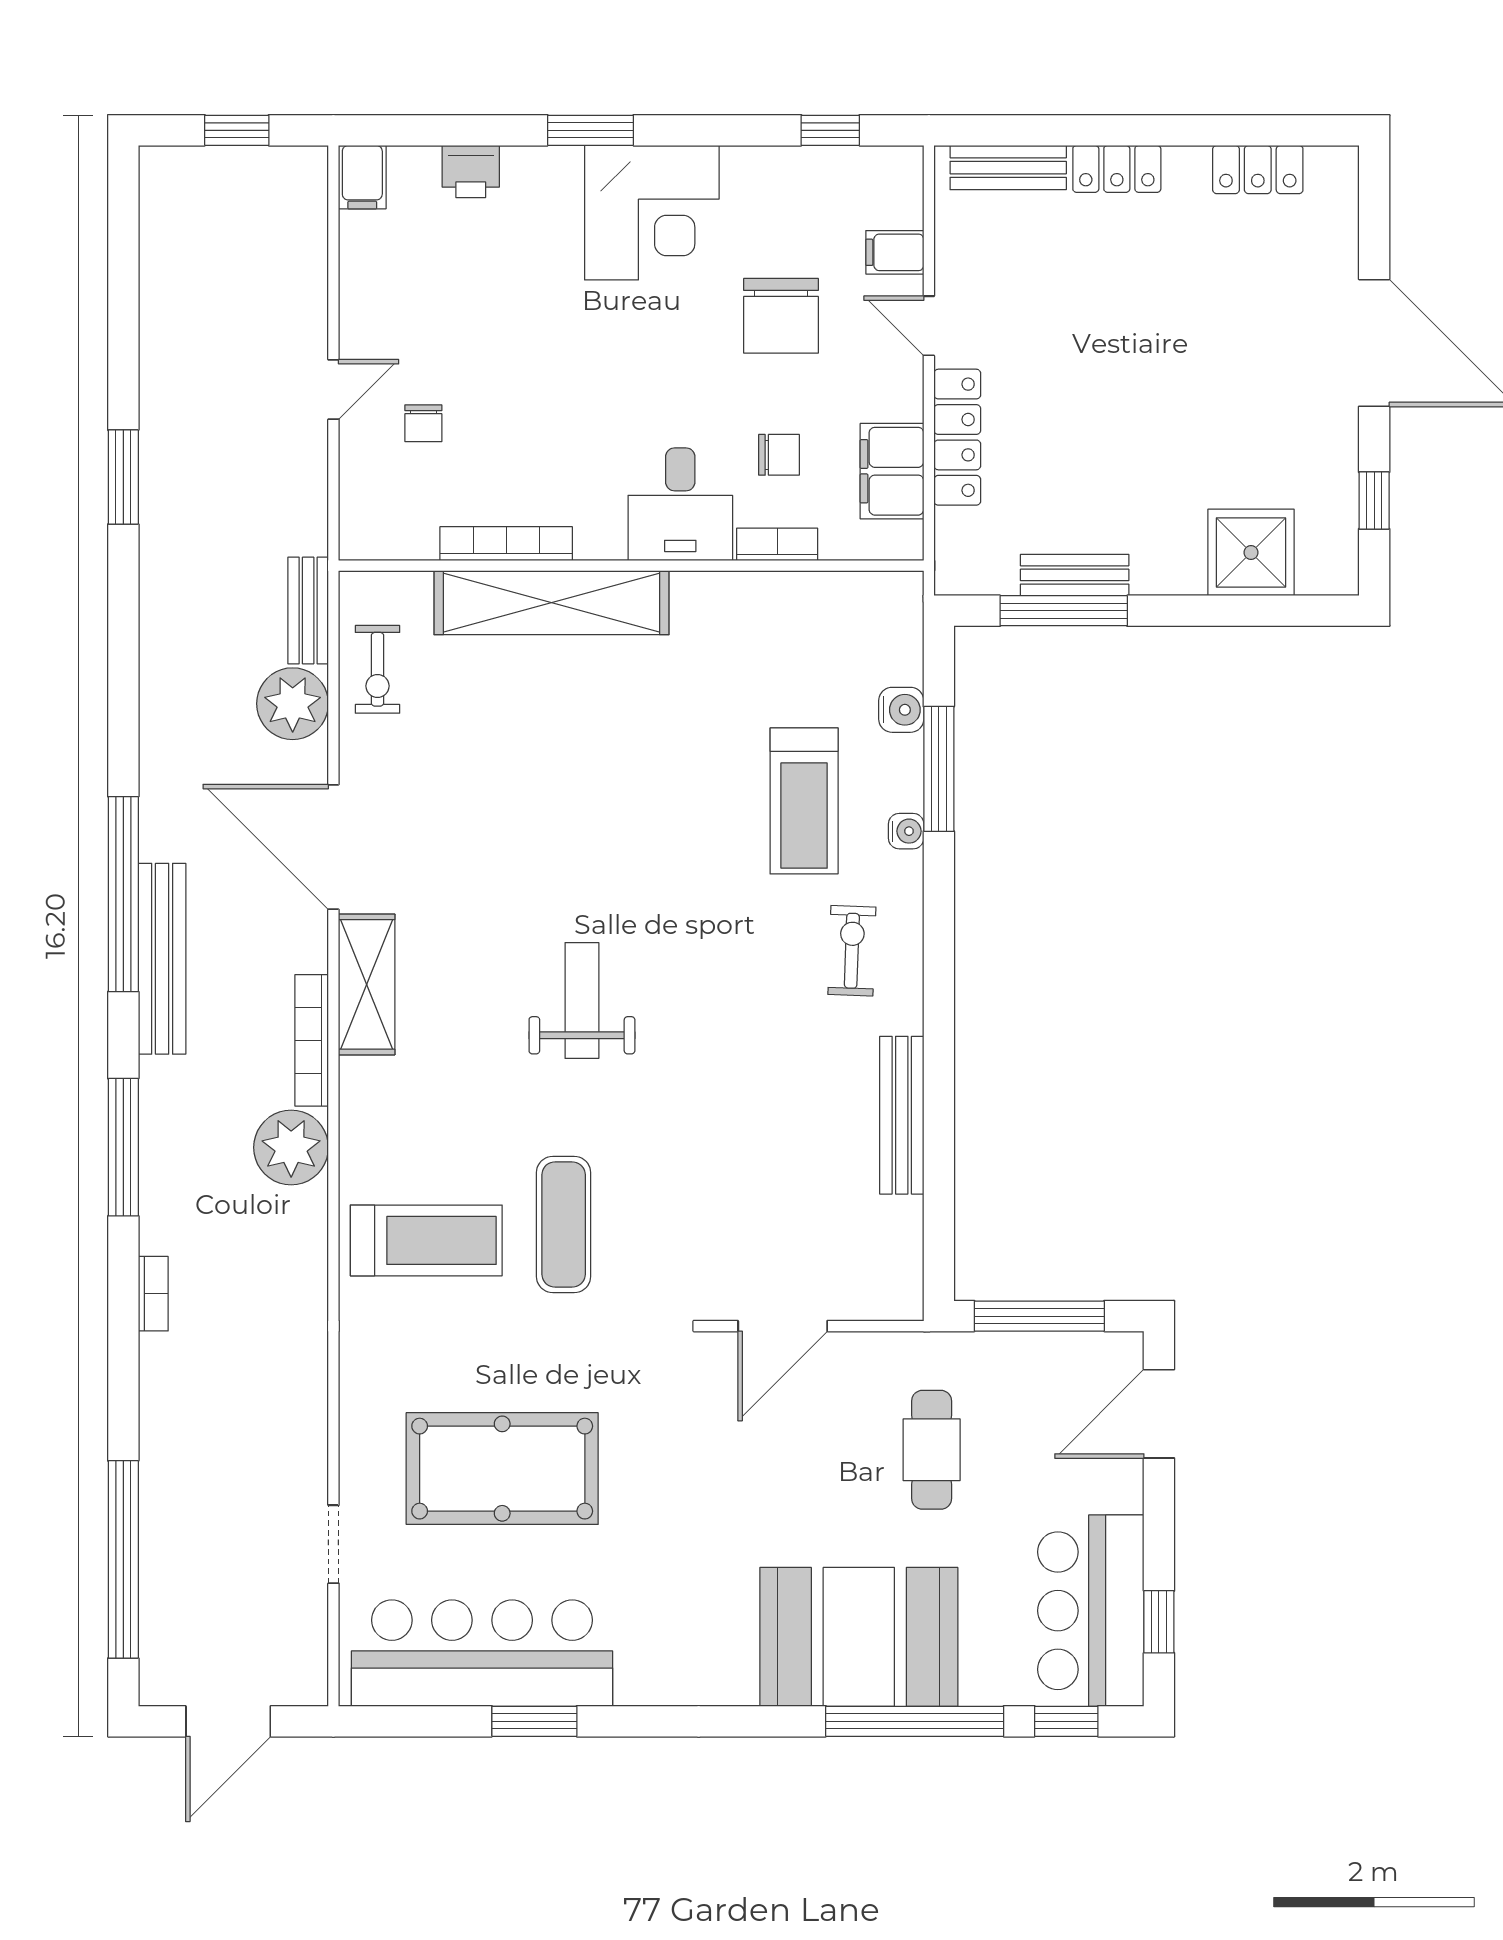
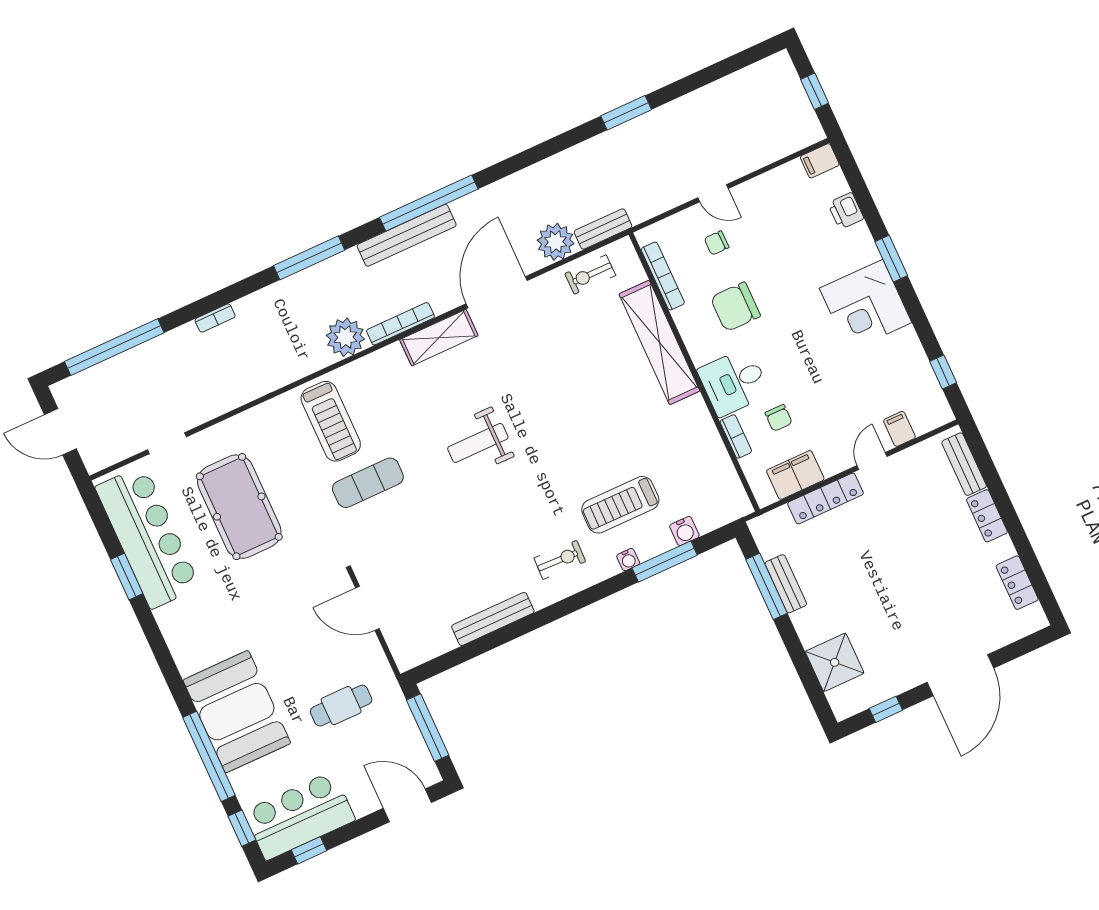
chair: (781, 316) -> (735, 307), moved
bookcase: (506, 544) -> (663, 276), moved
weight bench: (582, 1001) -> (478, 443), turned 180
bookcase: (153, 1294) -> (215, 318), moved

